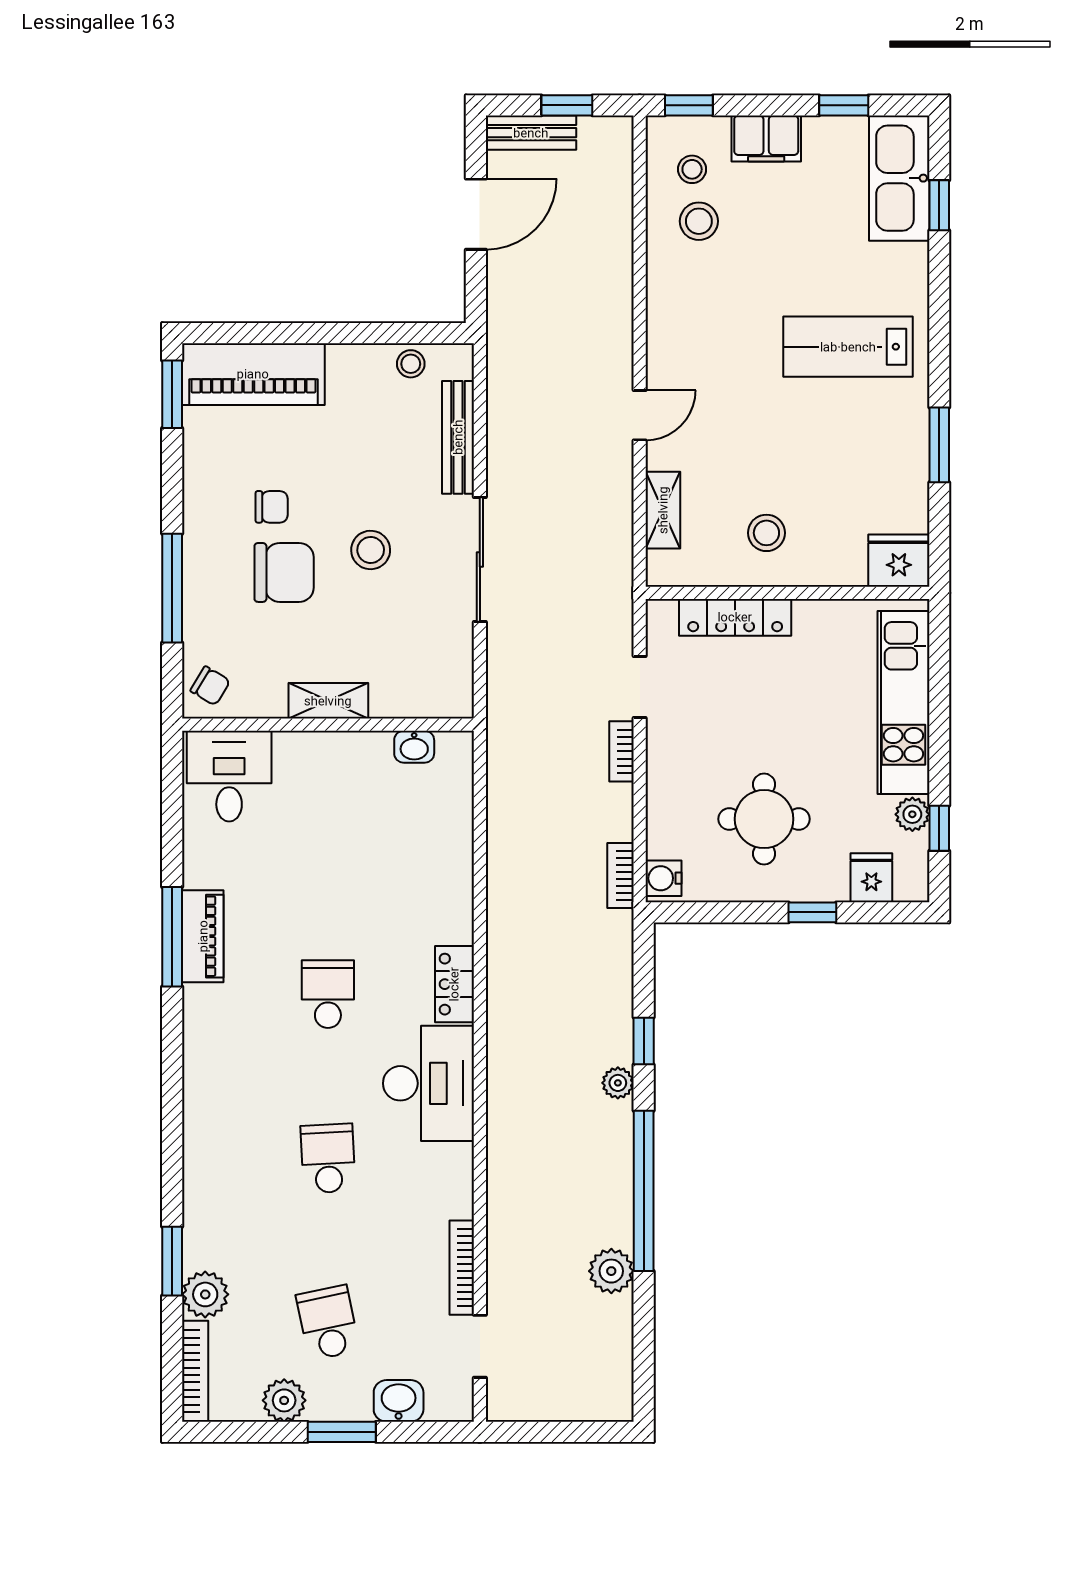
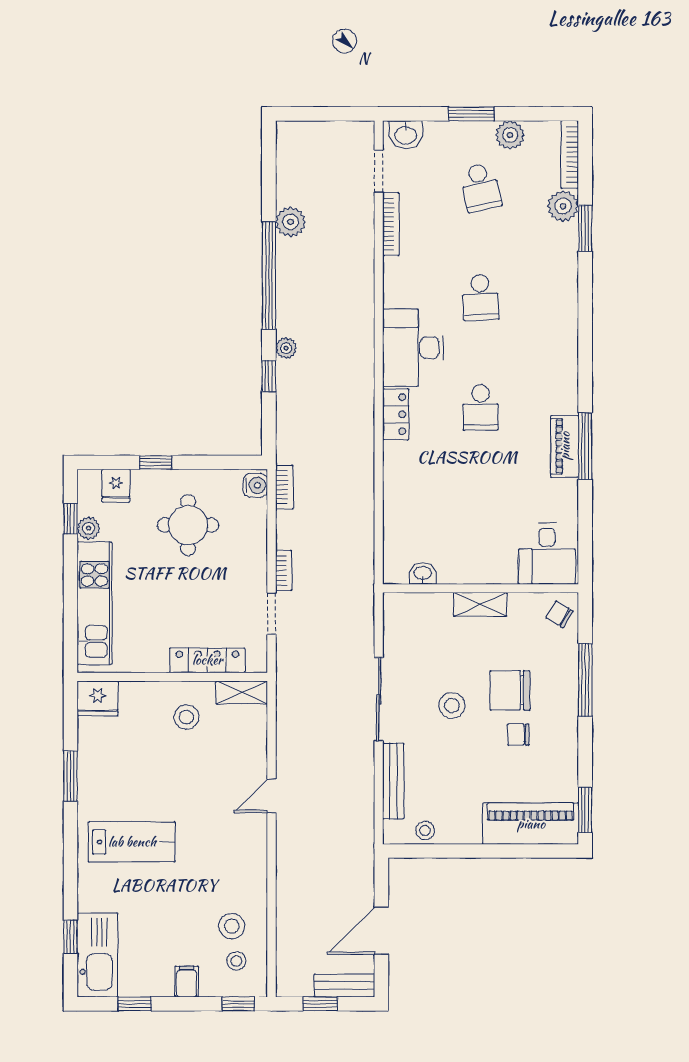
filing cabinet: (766, 138) -> (187, 982), width x0.50
shelving: (663, 510) -> (242, 692), moved, turned 90
washbasin: (399, 1401) -> (406, 135), moved

